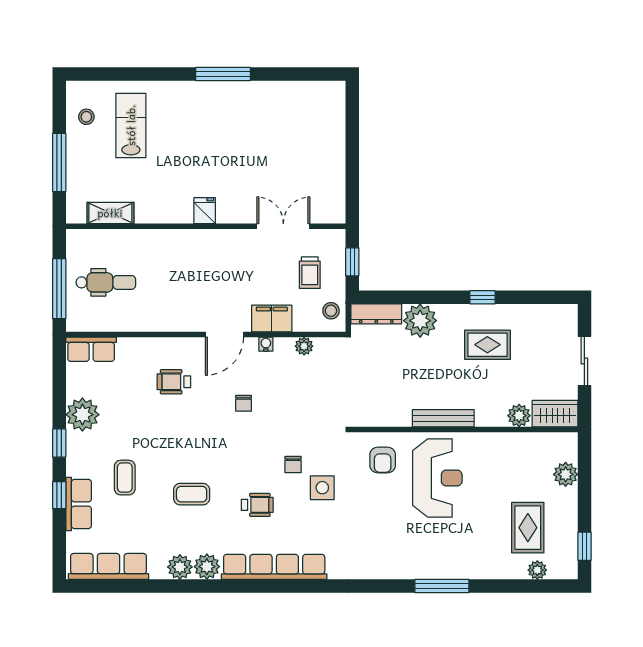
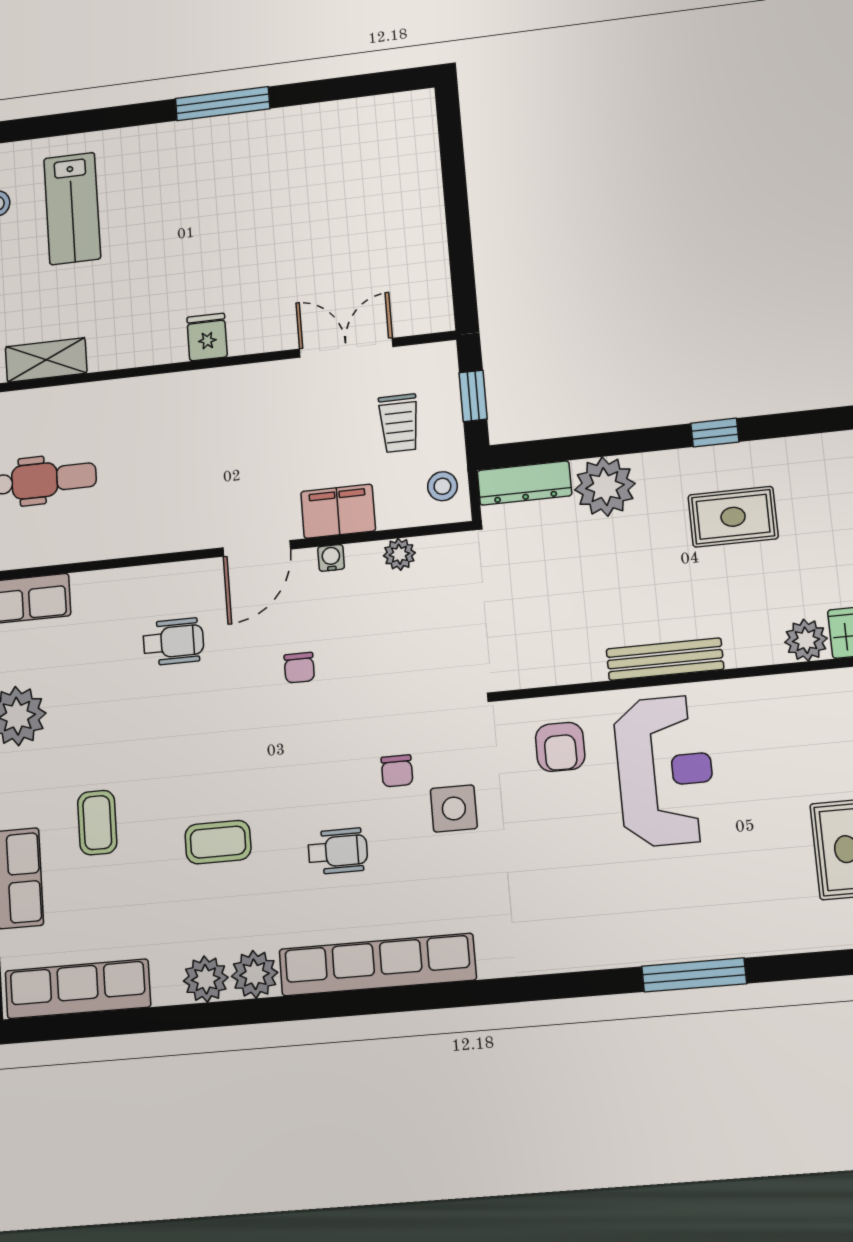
lab bench: (131, 125) -> (72, 209), turned 180
wheelchair: (174, 382) -> (173, 642), turned 180

